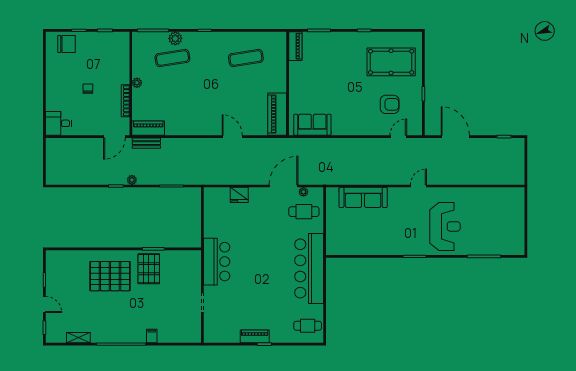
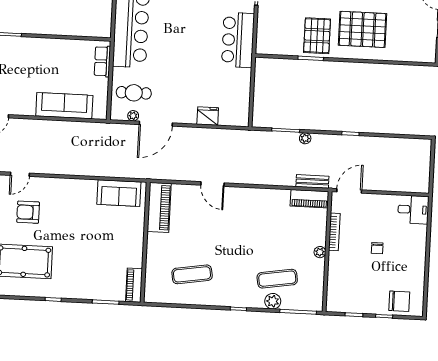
chair: (66, 44) -> (399, 301), turned 180
plant: (132, 180) -> (305, 138), moved
row of seats: (332, 237) -> (102, 61), added

